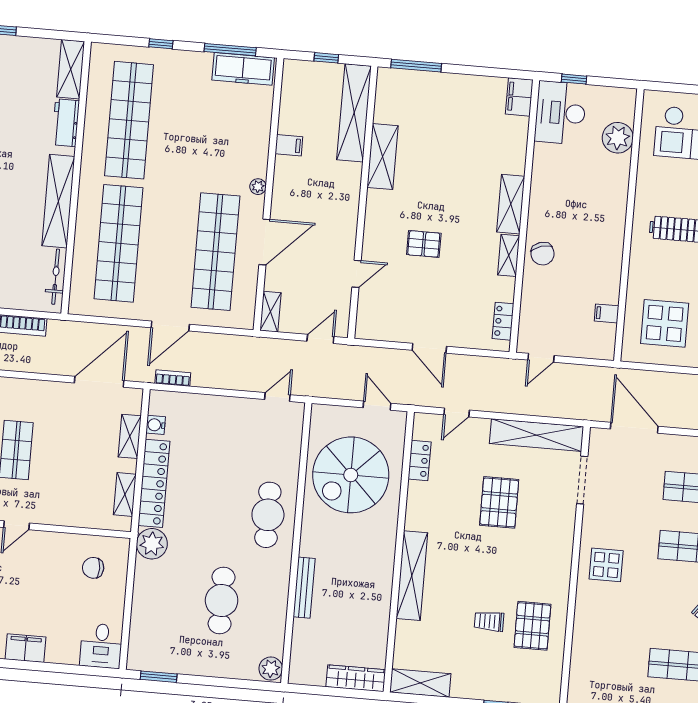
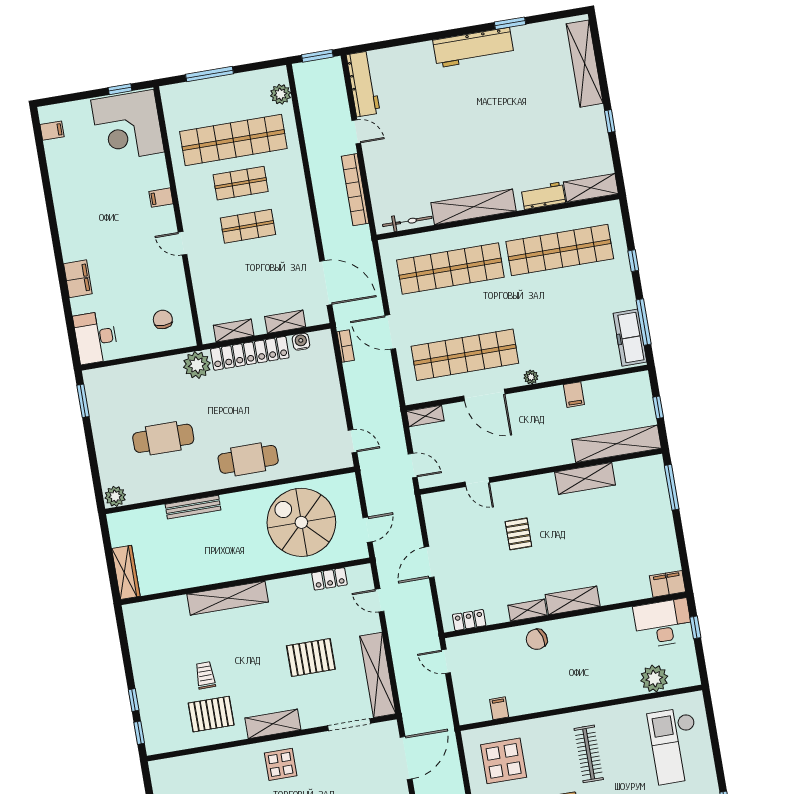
desk: (101, 646) -> (96, 337), width x1.37
shelving: (420, 683) -> (273, 724), moved, turned 90

